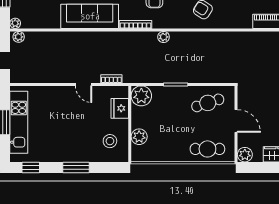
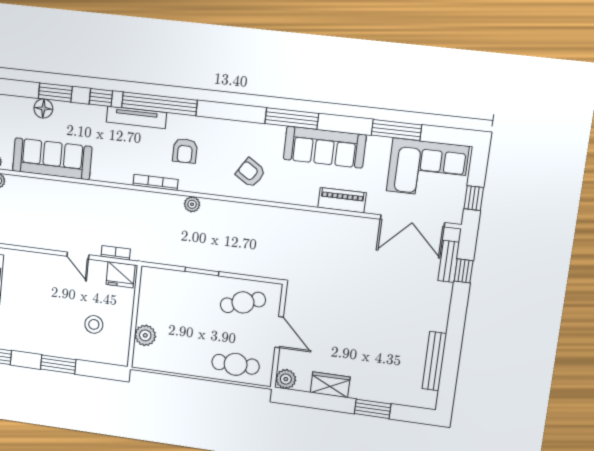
sofa: (90, 16) -> (52, 159), moved
plant: (141, 96) -> (154, 281), removed
fridge: (120, 108) -> (121, 275), moved, turned -90
stool: (110, 141) -> (94, 324), moved

